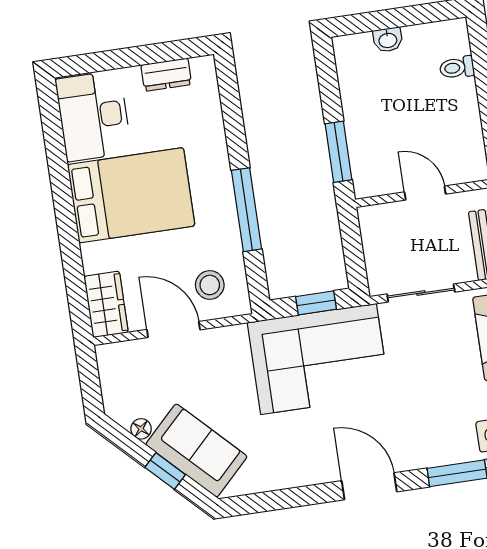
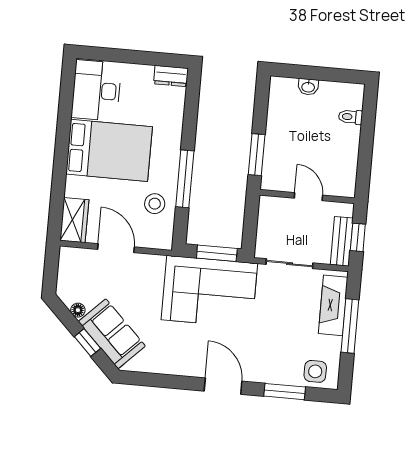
dresser: (166, 75) -> (171, 76), moved
stool: (210, 285) -> (155, 204), moved
window: (316, 303) -> (217, 253), width x1.50

